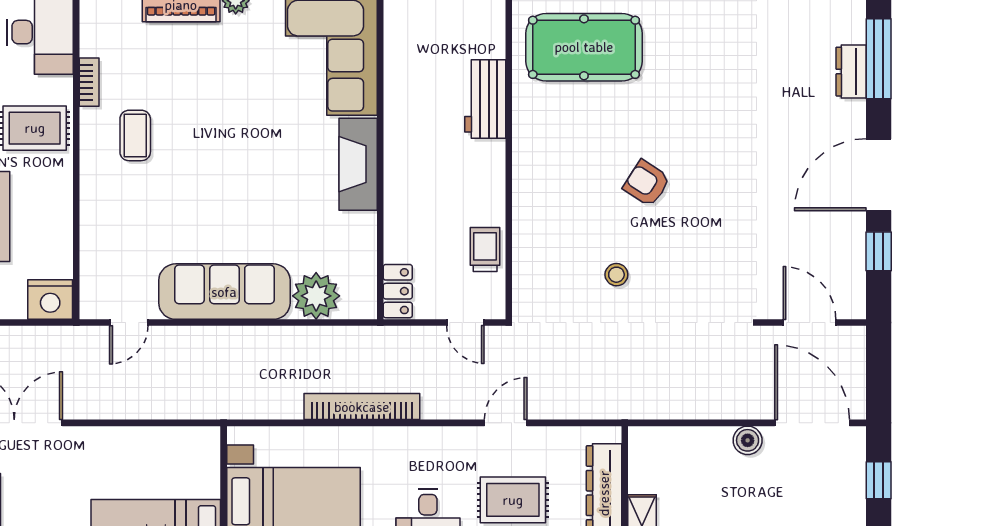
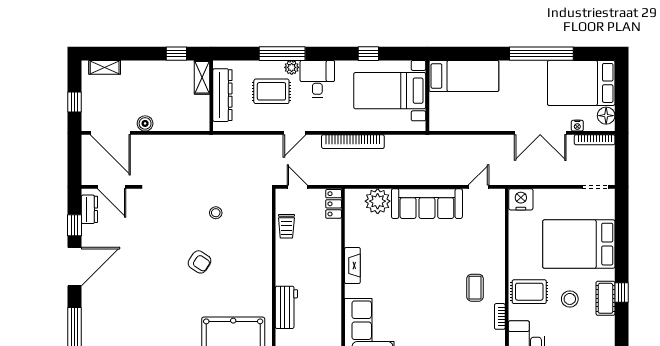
dresser: (851, 72) -> (89, 209), moved
fireplace: (358, 164) -> (352, 266), width x0.73, depth x0.76
door: (506, 423) -> (295, 133), moved

